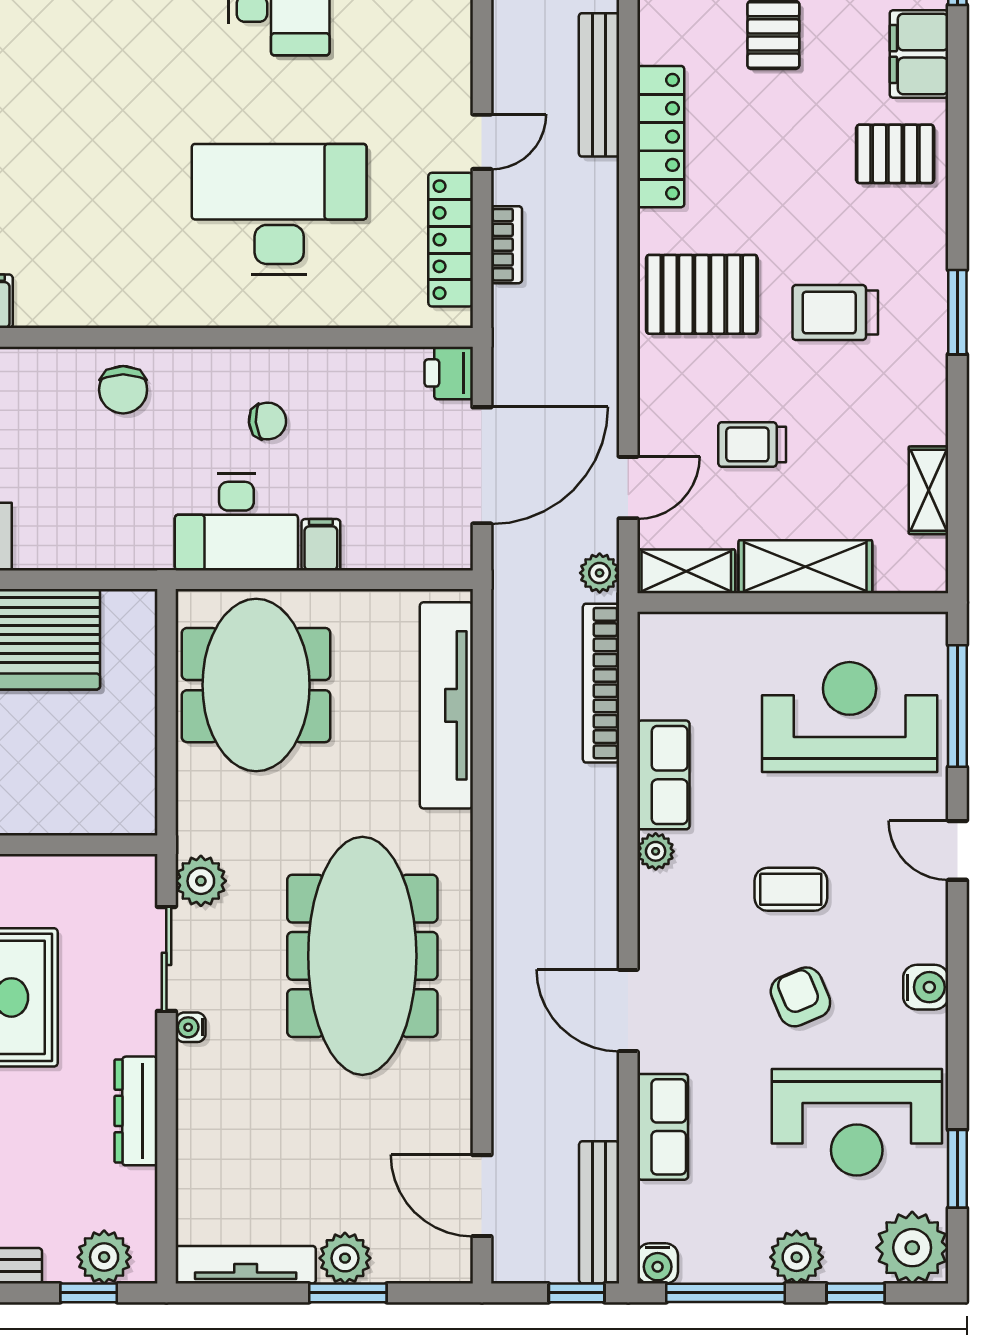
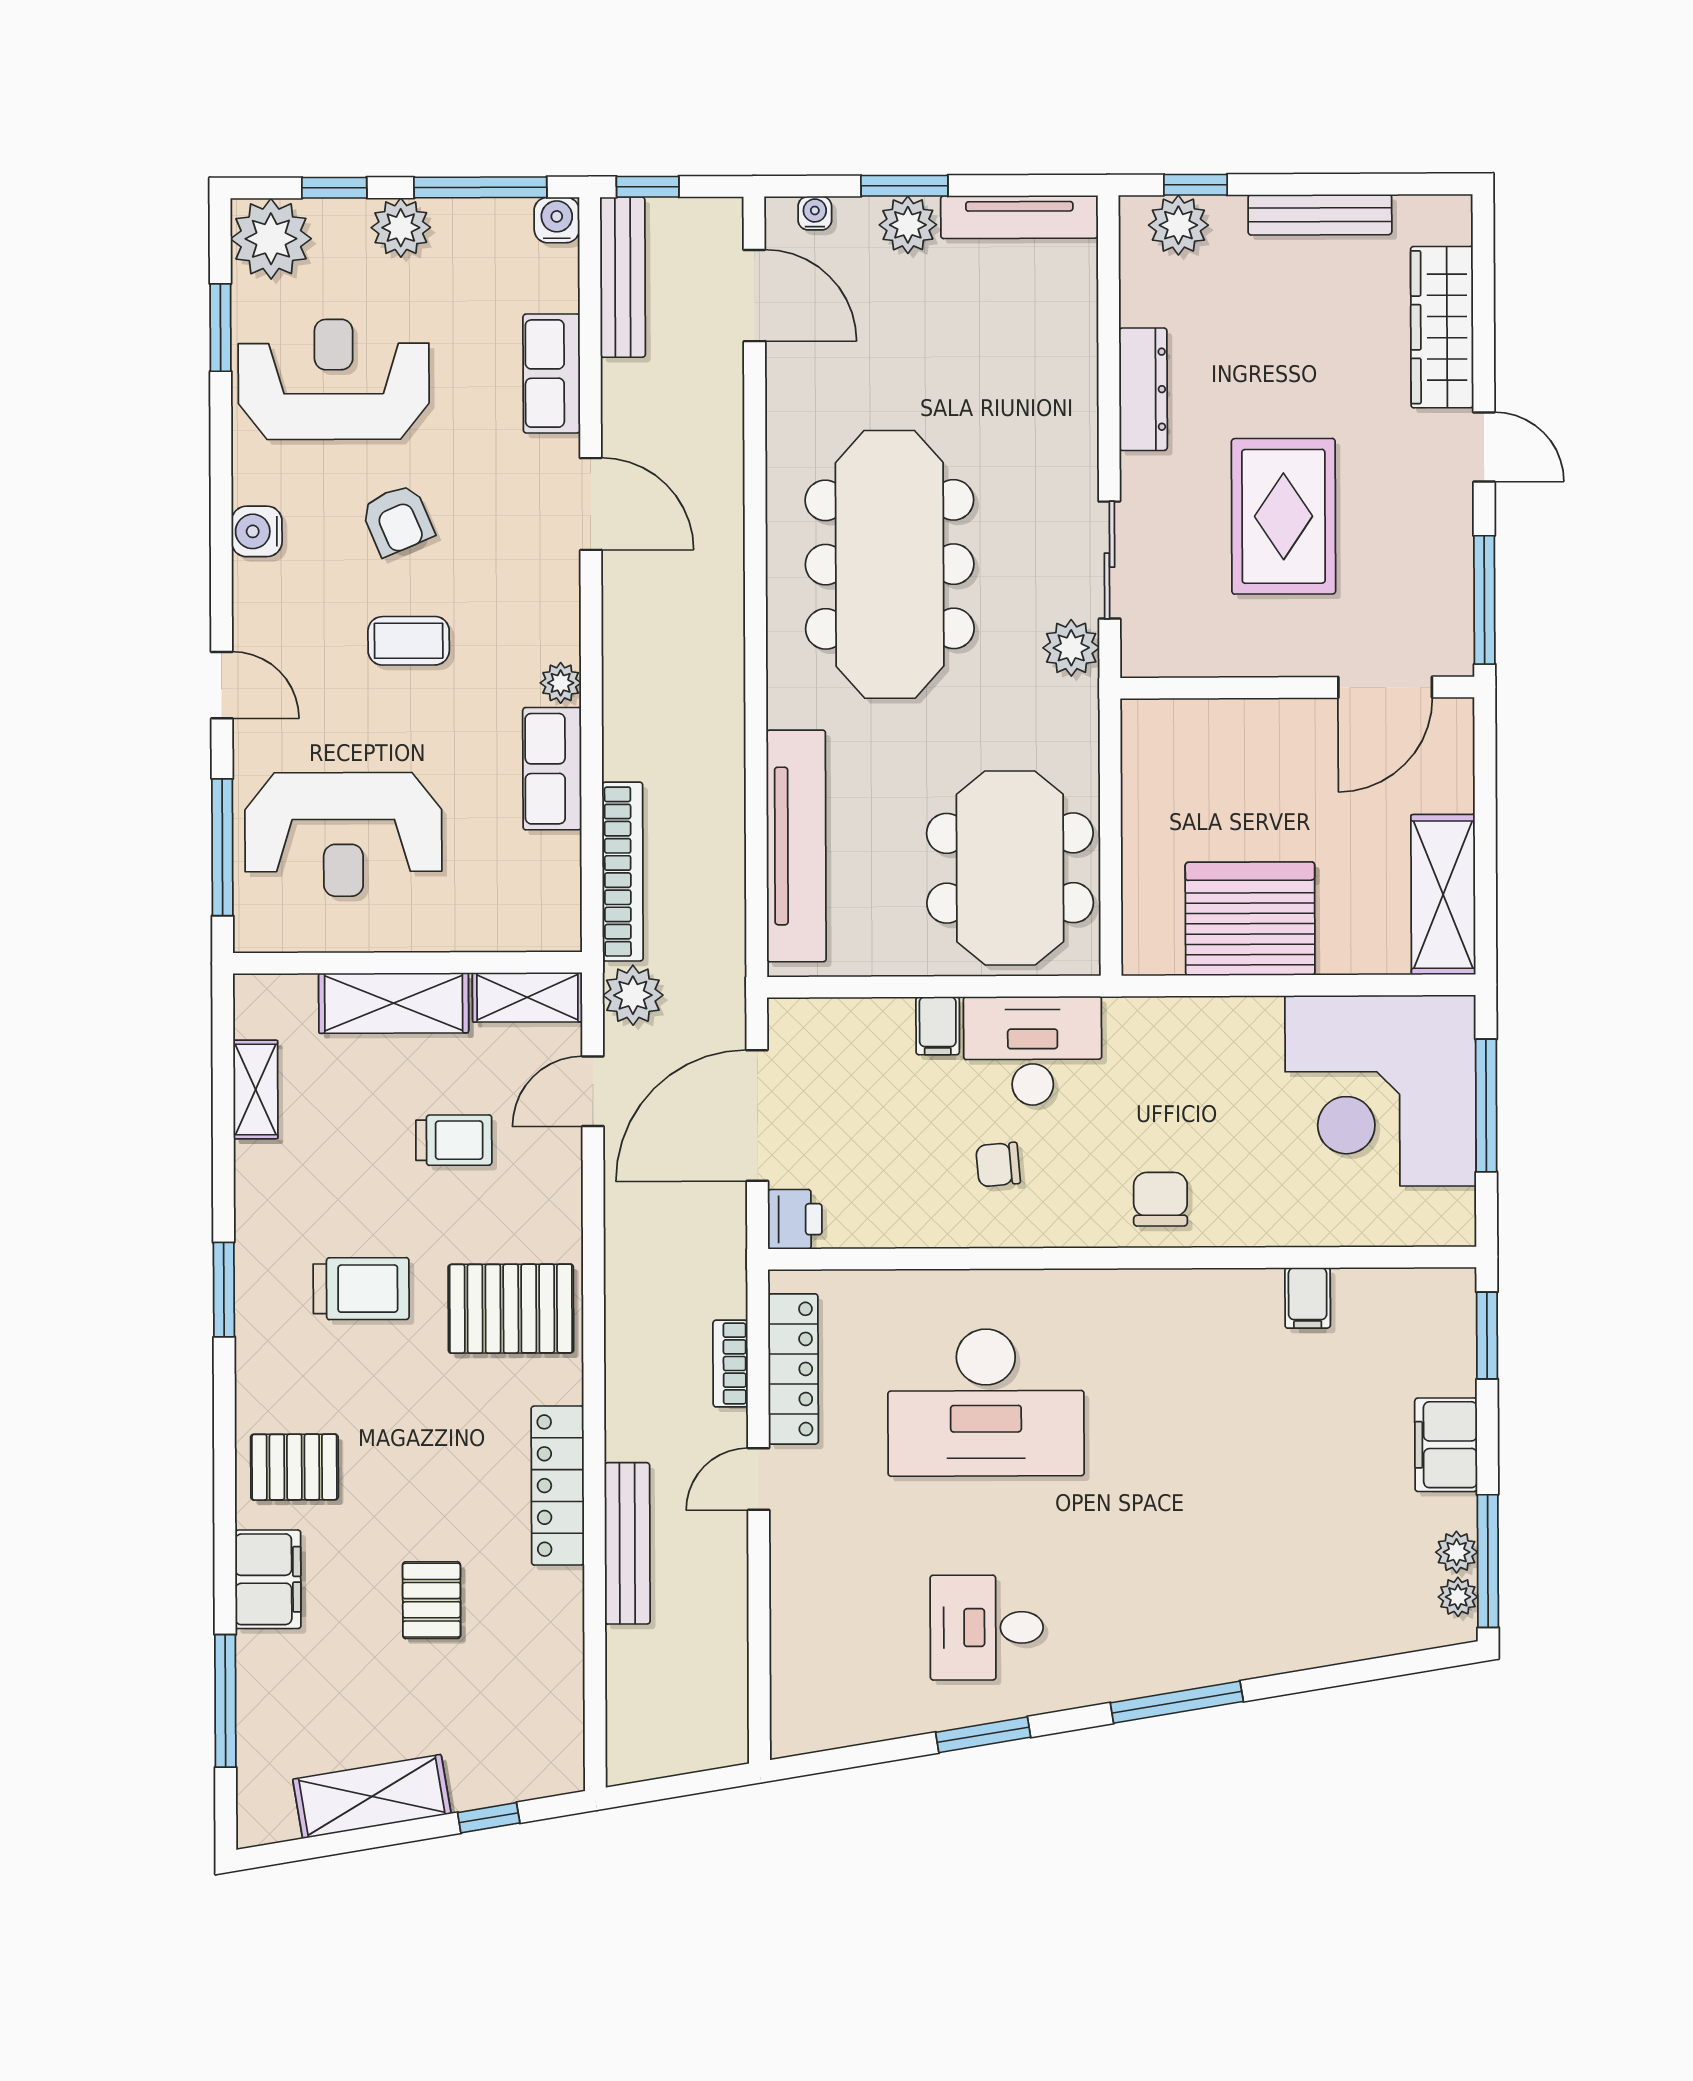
plant: (600, 573) -> (633, 995), width x1.38, depth x1.38
water cooler: (191, 1027) -> (815, 213), moved, turned -90

